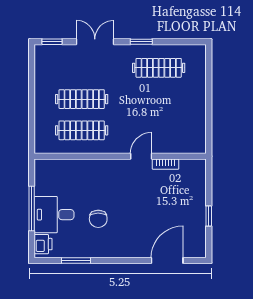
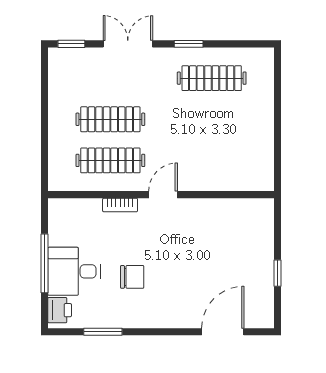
door: (141, 156) -> (163, 195), moved
bookcase: (165, 164) -> (120, 205), moved
chair: (98, 219) -> (132, 277), turned -90

